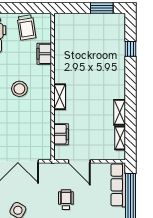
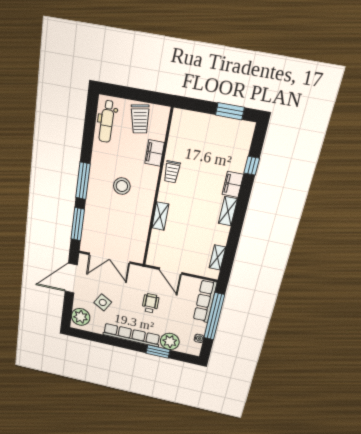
trolley: (63, 67) -> (172, 172), added
shelving: (60, 97) -> (160, 216), moved
shelving: (120, 112) -> (228, 211), moved
filing cabinet: (61, 134) -> (233, 184), moved, turned 180

